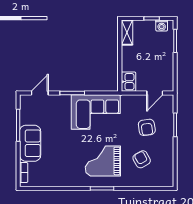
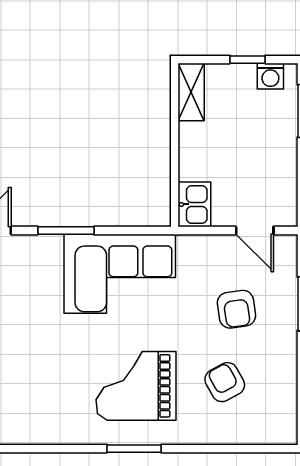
door: (155, 93) -> (255, 230), hinge flipped

